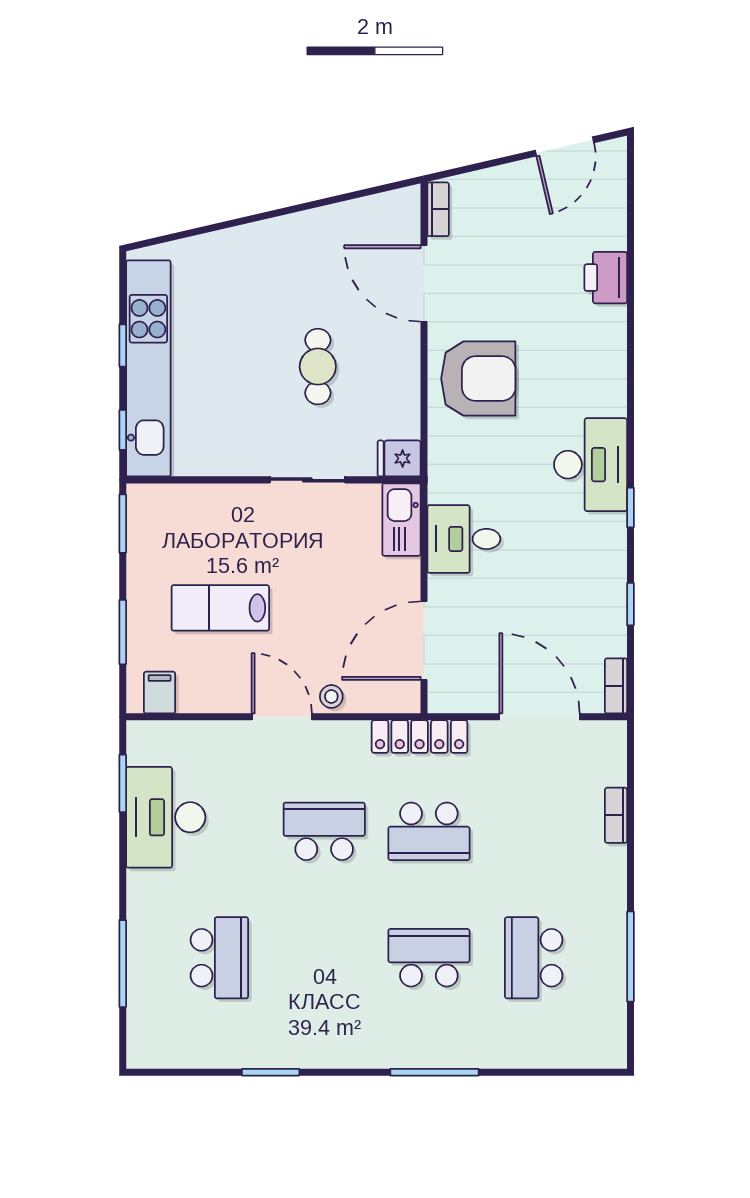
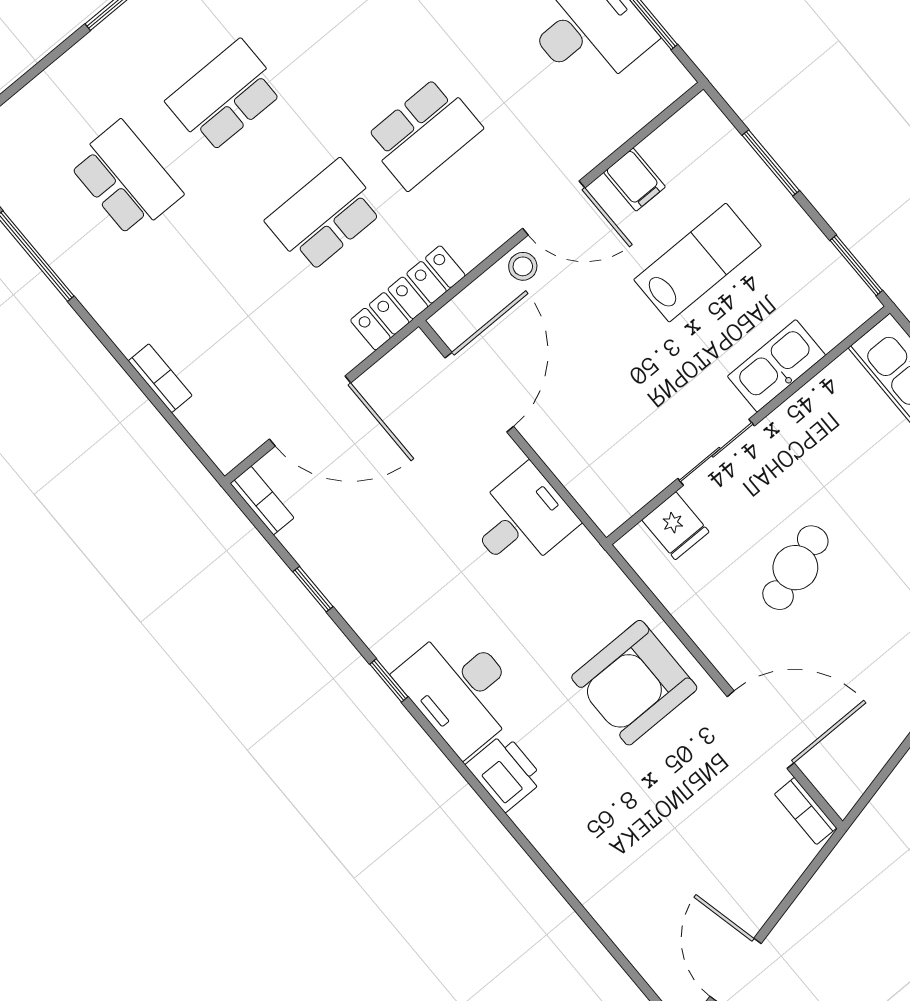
printer: (606, 278) -> (505, 772), moved
cafe table: (318, 367) -> (795, 568), turned 72
fridge: (399, 458) -> (675, 526), moved, turned 90
kitchen sink: (401, 520) -> (777, 366), moved, turned -90
filing cabinet: (160, 693) -> (634, 180), moved
school desk: (429, 958) -> (225, 96), turned 180

